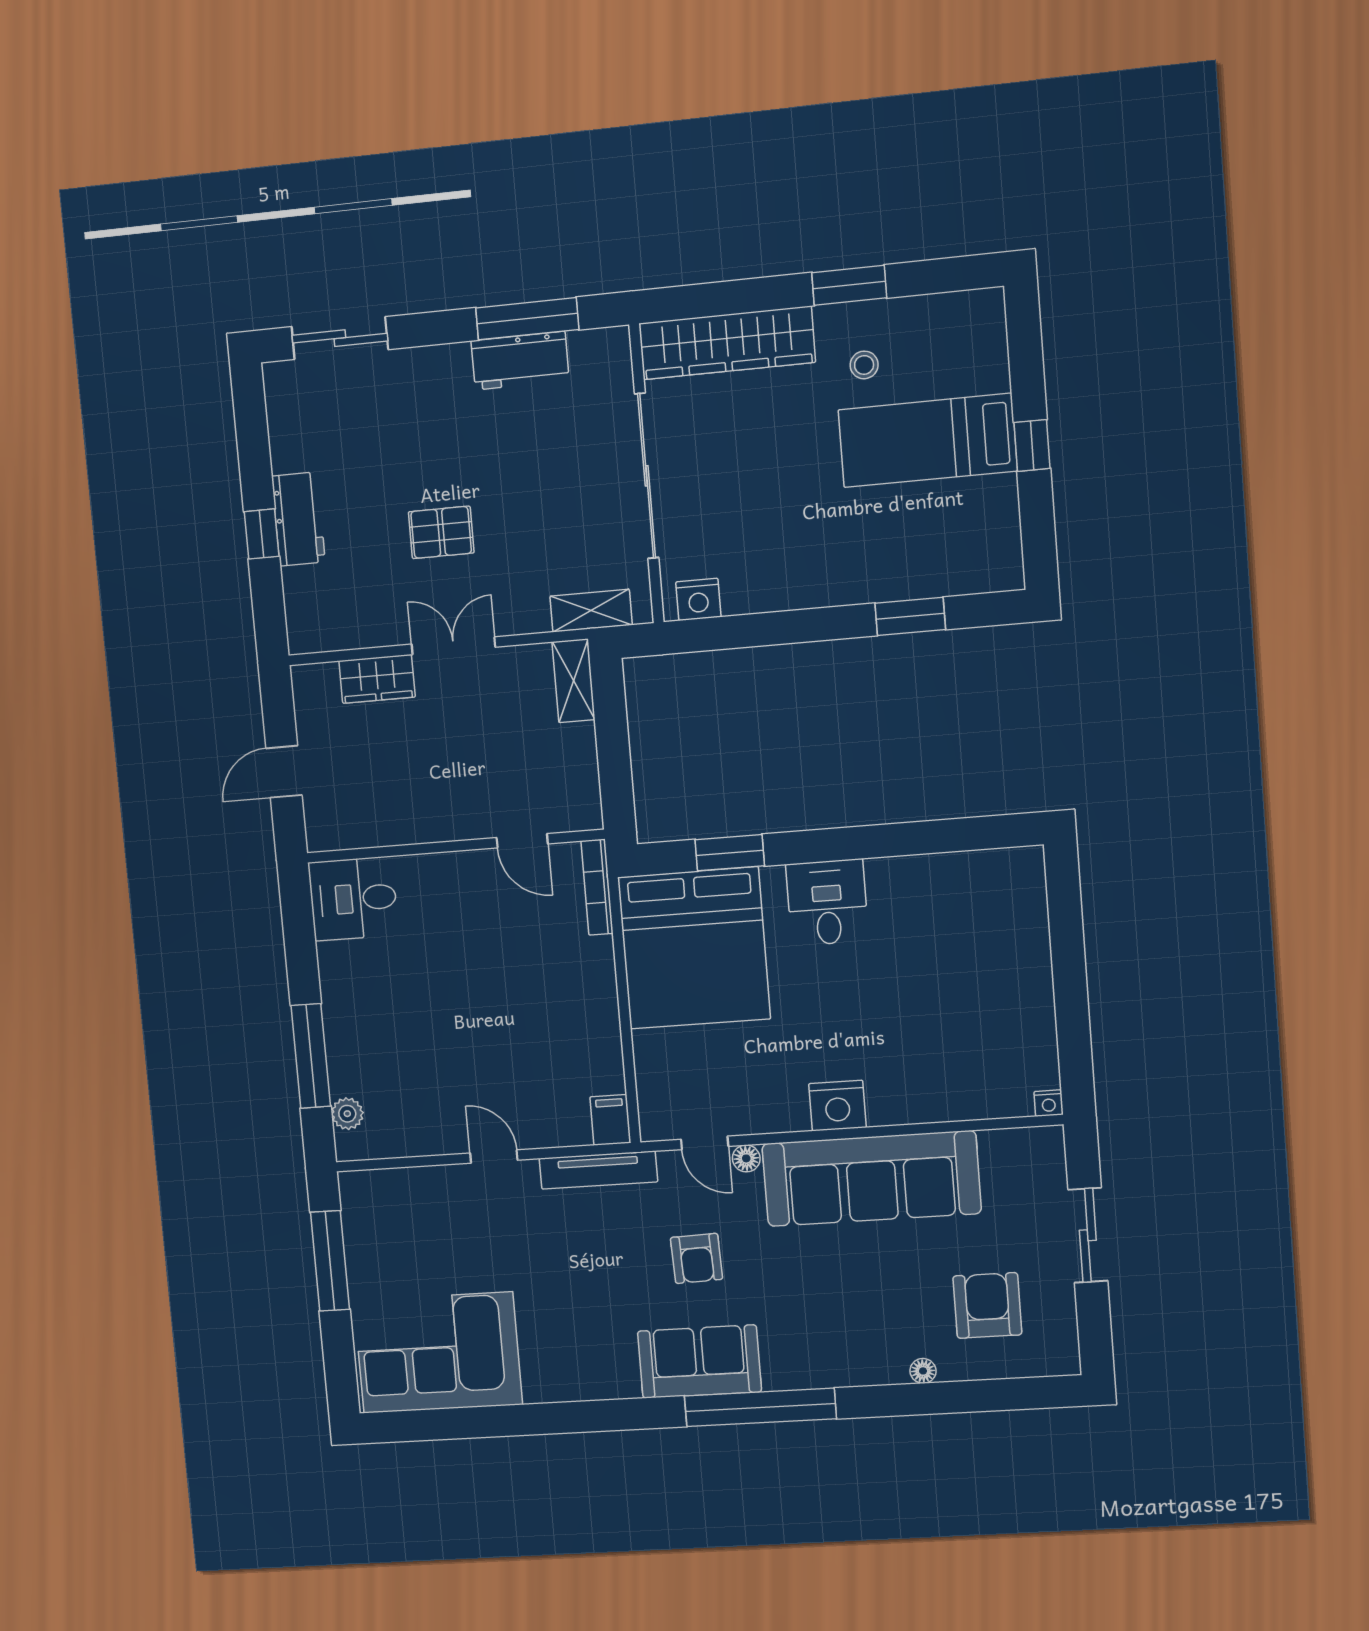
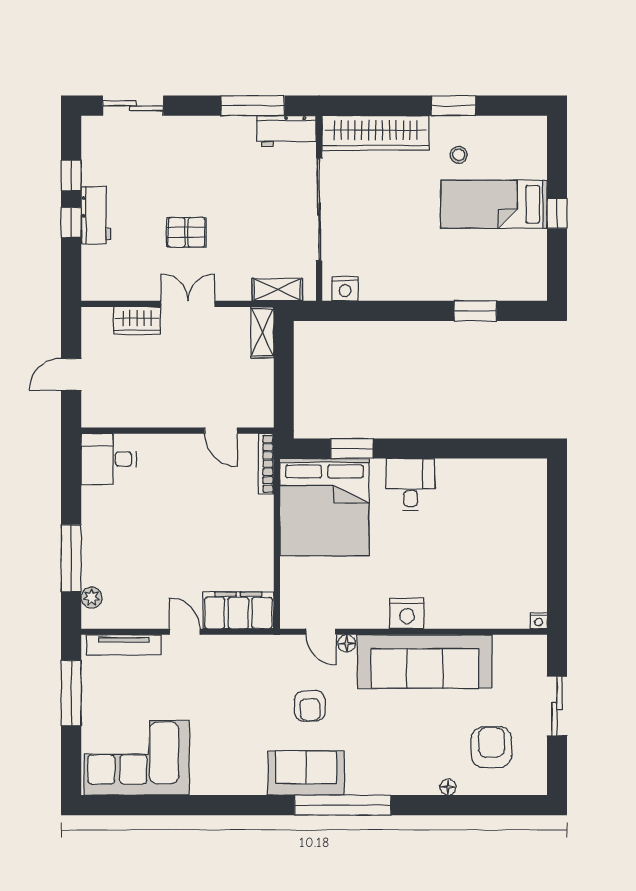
workbench: (520, 361) -> (286, 131), moved
window: (255, 459) -> (71, 176), added
filing cabinet: (610, 1120) -> (238, 610), width x3.00, depth x1.17
tv unit: (598, 1170) -> (124, 645), moved

